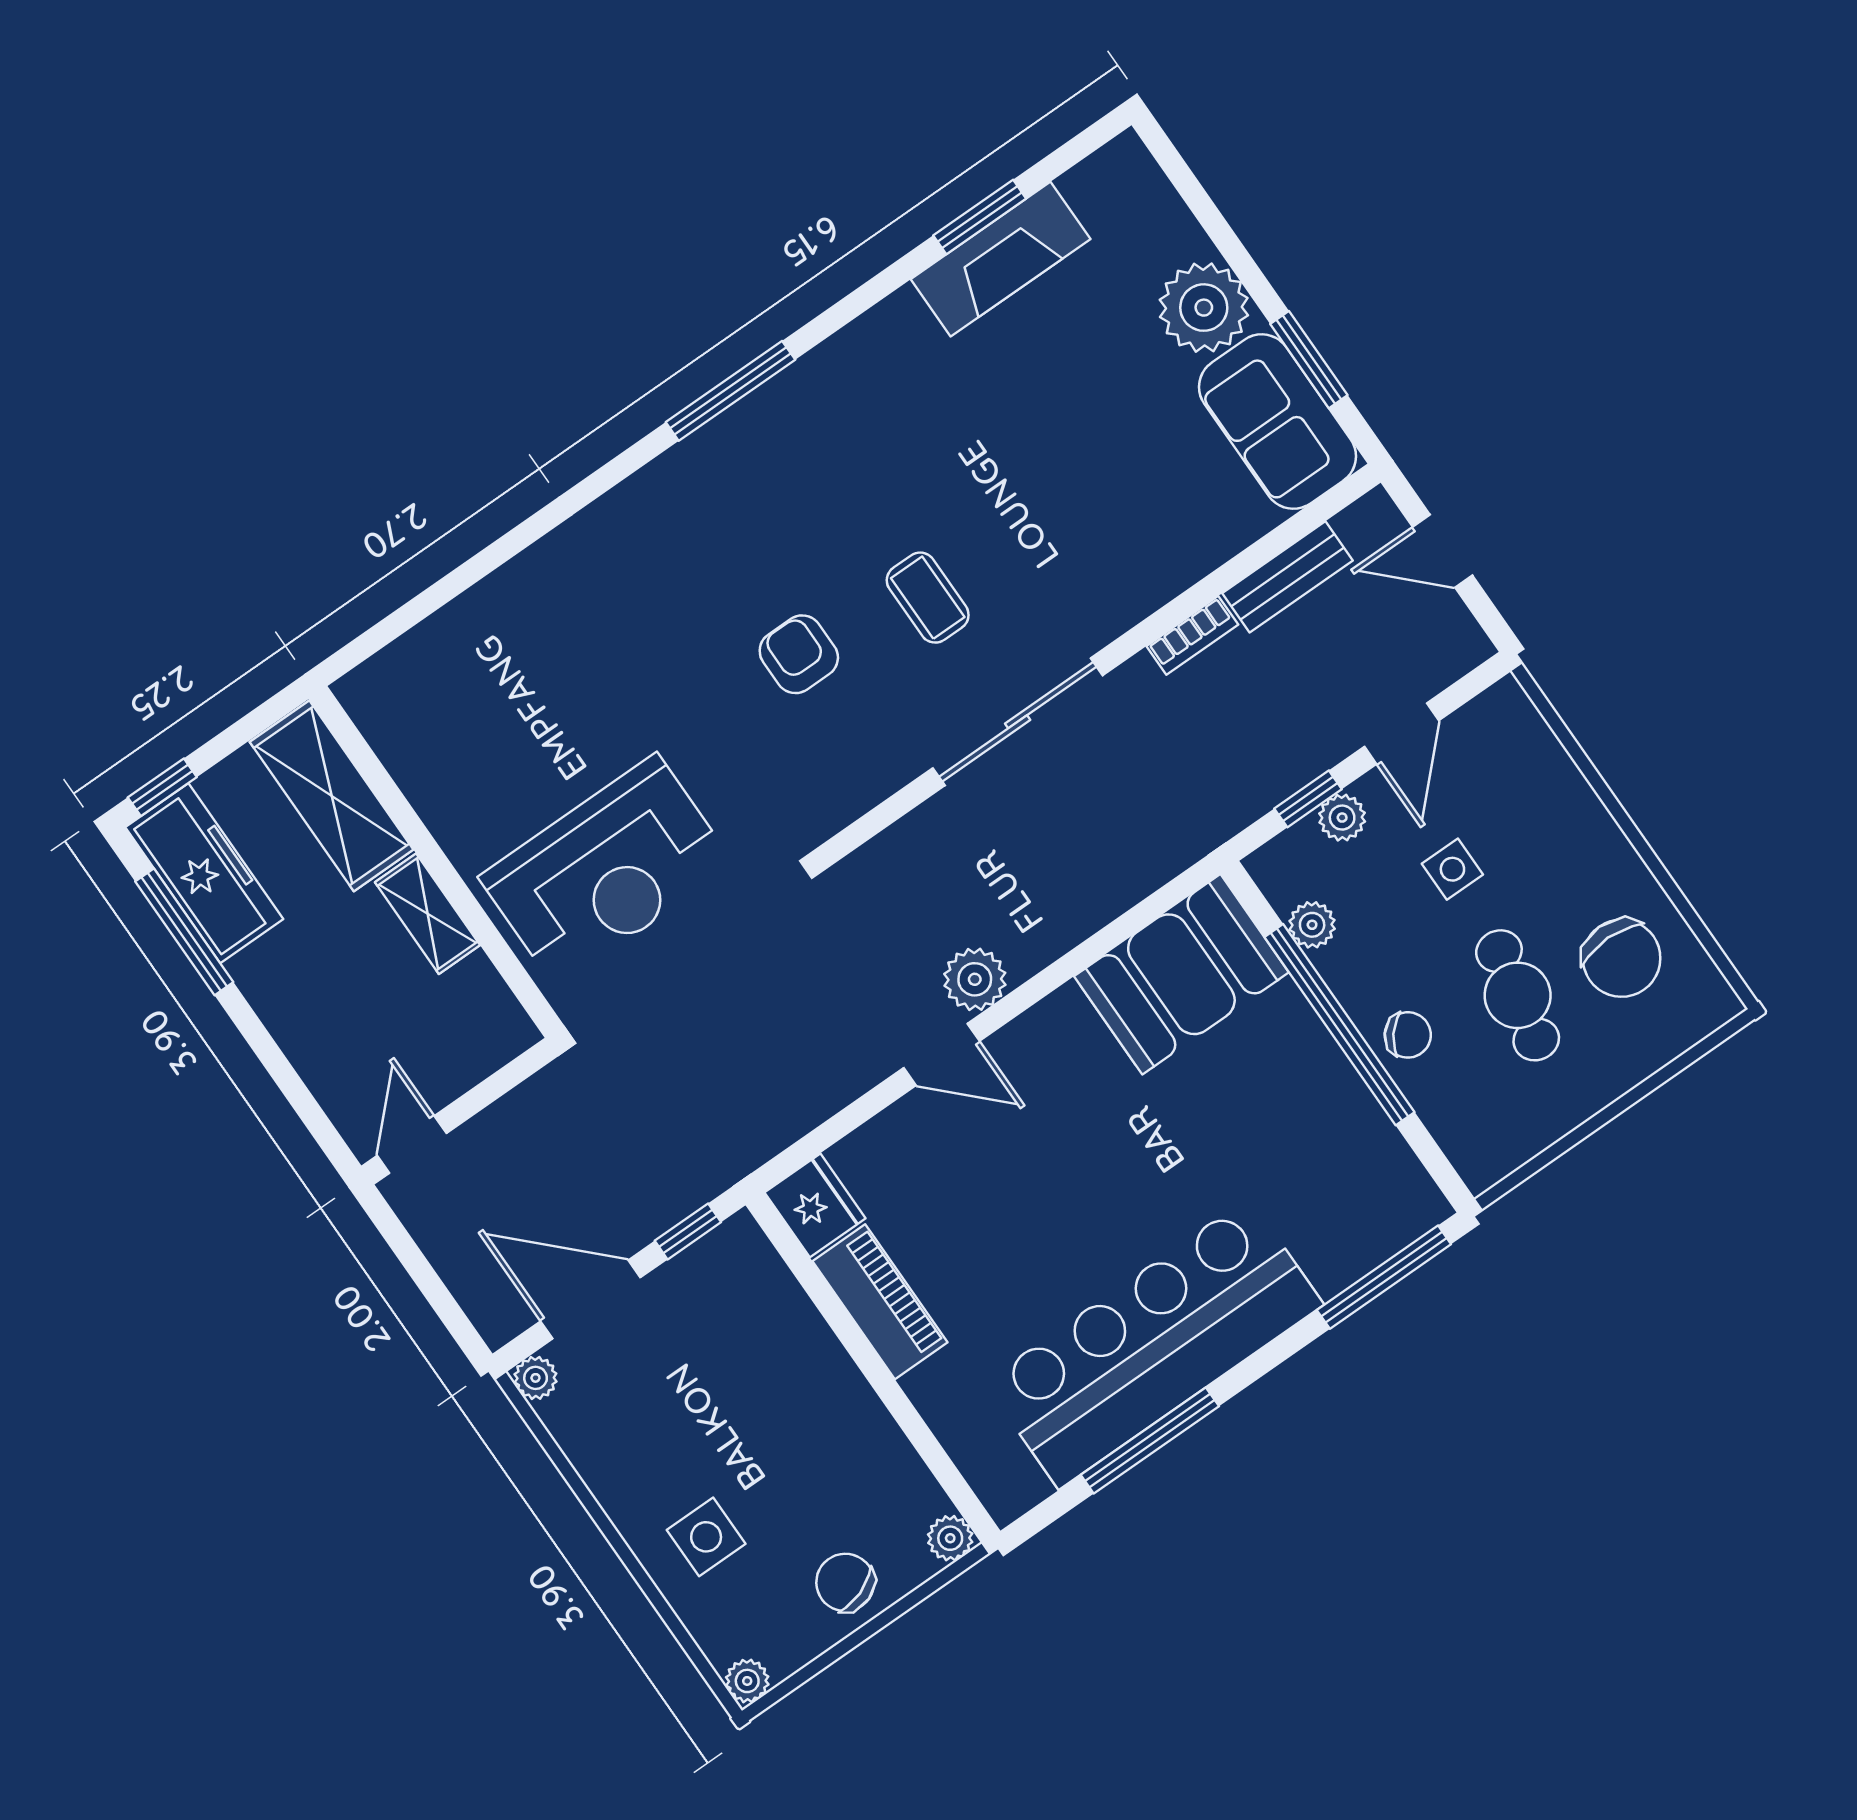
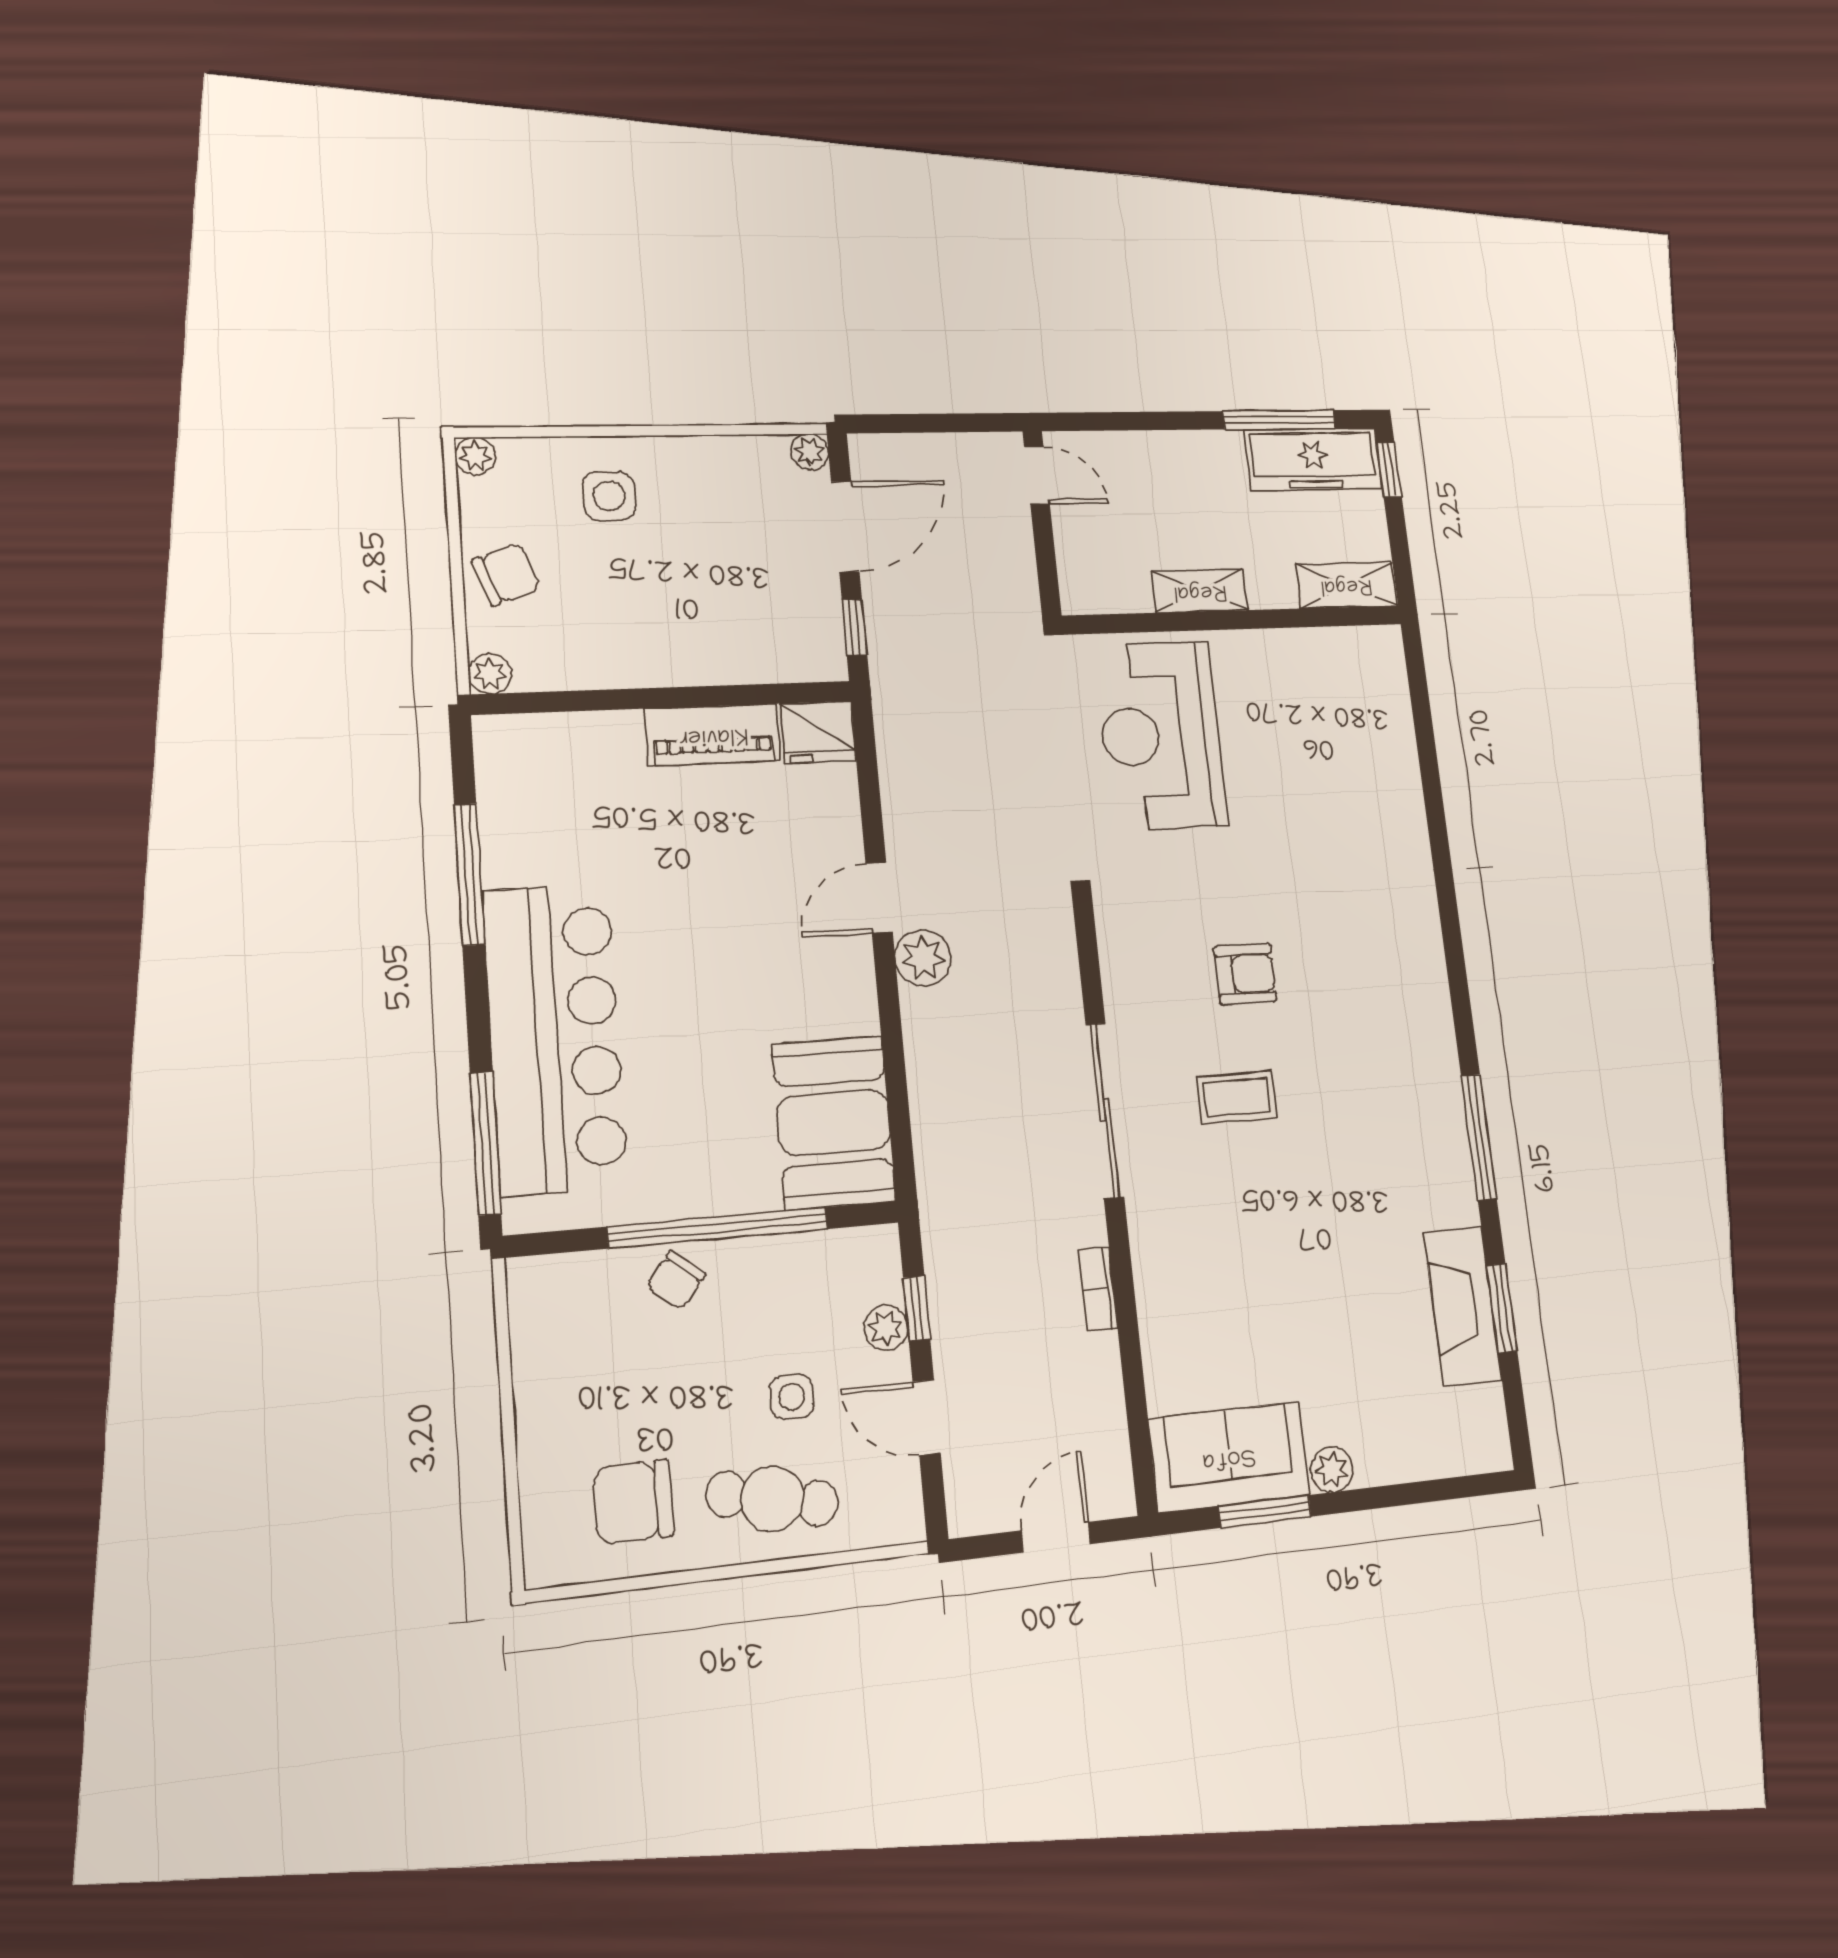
plant: (1204, 308) -> (1332, 1469), width x0.53, depth x0.53
window: (730, 391) -> (1479, 1137), moved
bench: (1287, 577) -> (1103, 1394), removed
shelving: (332, 796) -> (1346, 585), width x0.67, depth x0.75
plant: (1312, 925) -> (813, 1252), removed
cafe table: (1518, 995) -> (772, 1499), moved
bar counter: (1154, 1343) -> (555, 1038), moved

